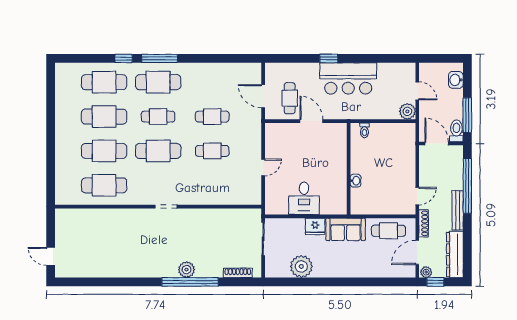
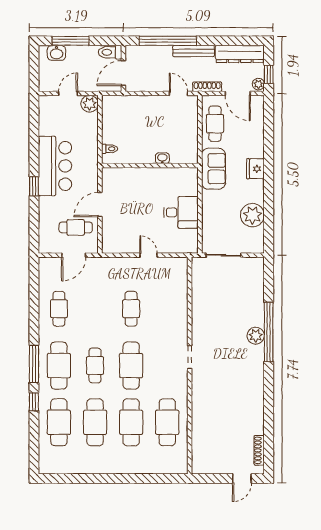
window: (467, 115) -> (71, 41), moved
cafe table: (212, 117) -> (59, 309), moved
fridge: (315, 226) -> (255, 169), moved, turned 180
shoe rack: (238, 273) -> (259, 450), moved

